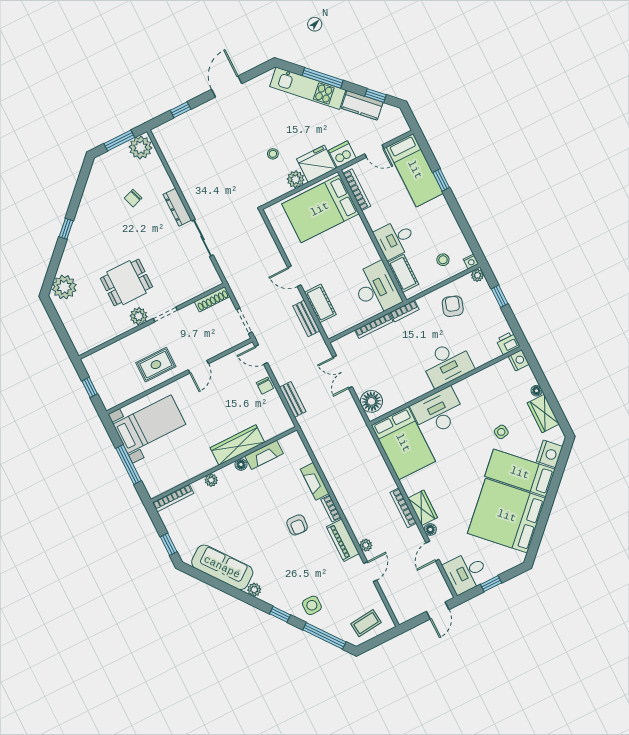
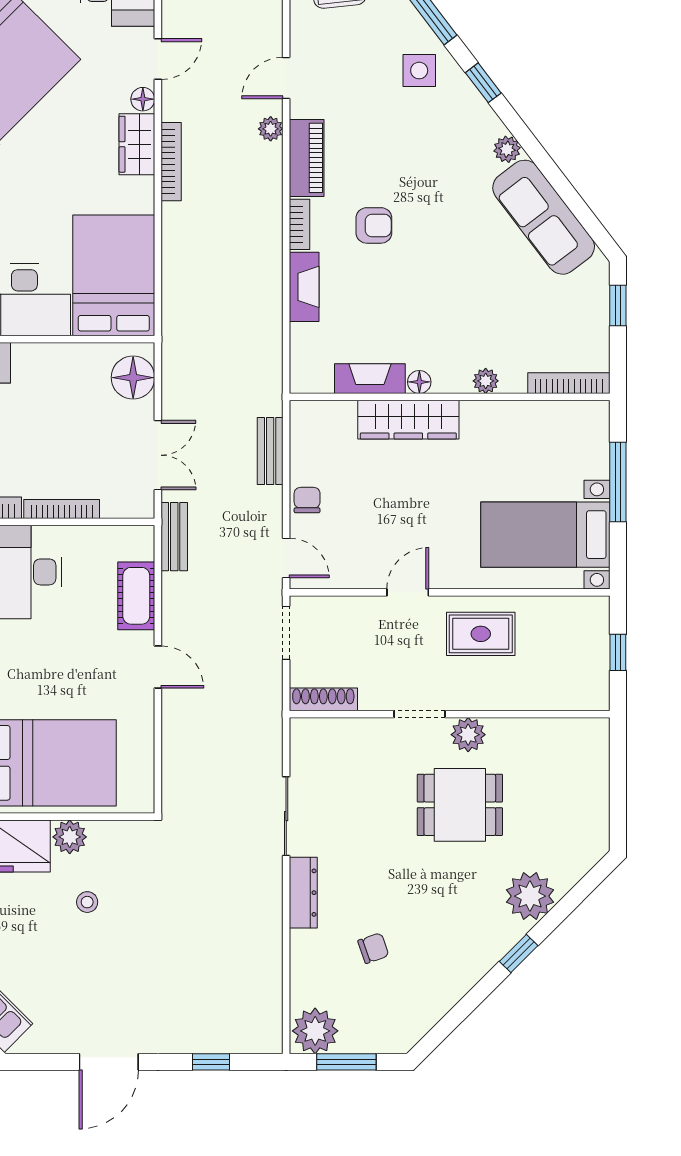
plant: (64, 287) -> (530, 896), moved
bench: (306, 318) -> (174, 537), moved
armchair: (297, 525) -> (374, 225), turned 86

